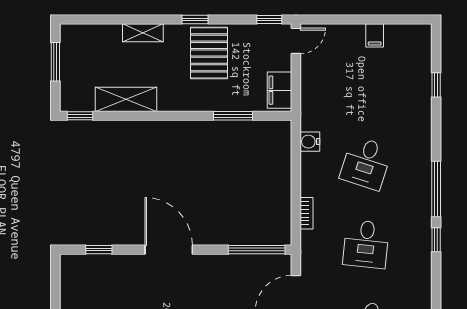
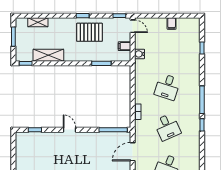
shelving: (143, 33) -> (38, 22), moved
door: (296, 41) -> (133, 26), hinge flipped
pallet: (209, 53) -> (89, 32), turned 90
filing cabinet: (280, 90) -> (124, 46), width x0.50
water cooler: (310, 142) -> (140, 54), moved
desk: (366, 244) -> (167, 127), turned -30
door: (169, 250) -> (69, 130), width x0.53

